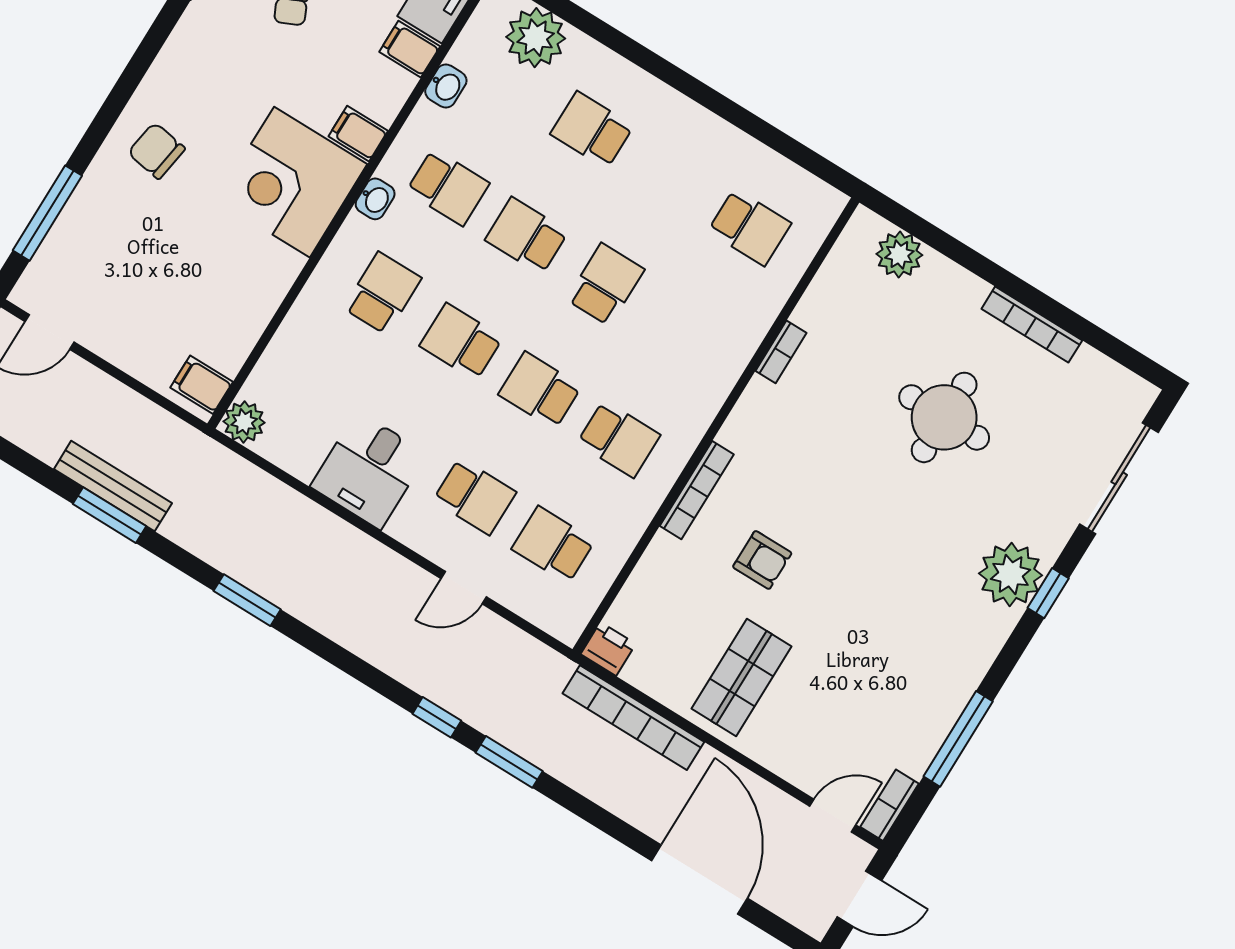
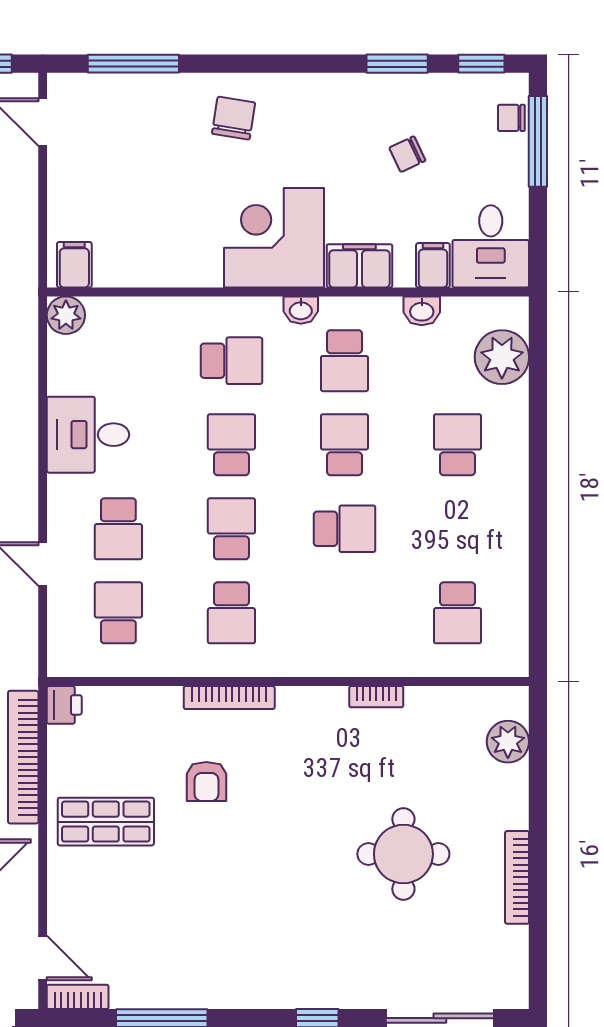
filing cabinet: (358, 134) -> (359, 266), width x2.00
plant: (1011, 574) -> (314, 980), removed

